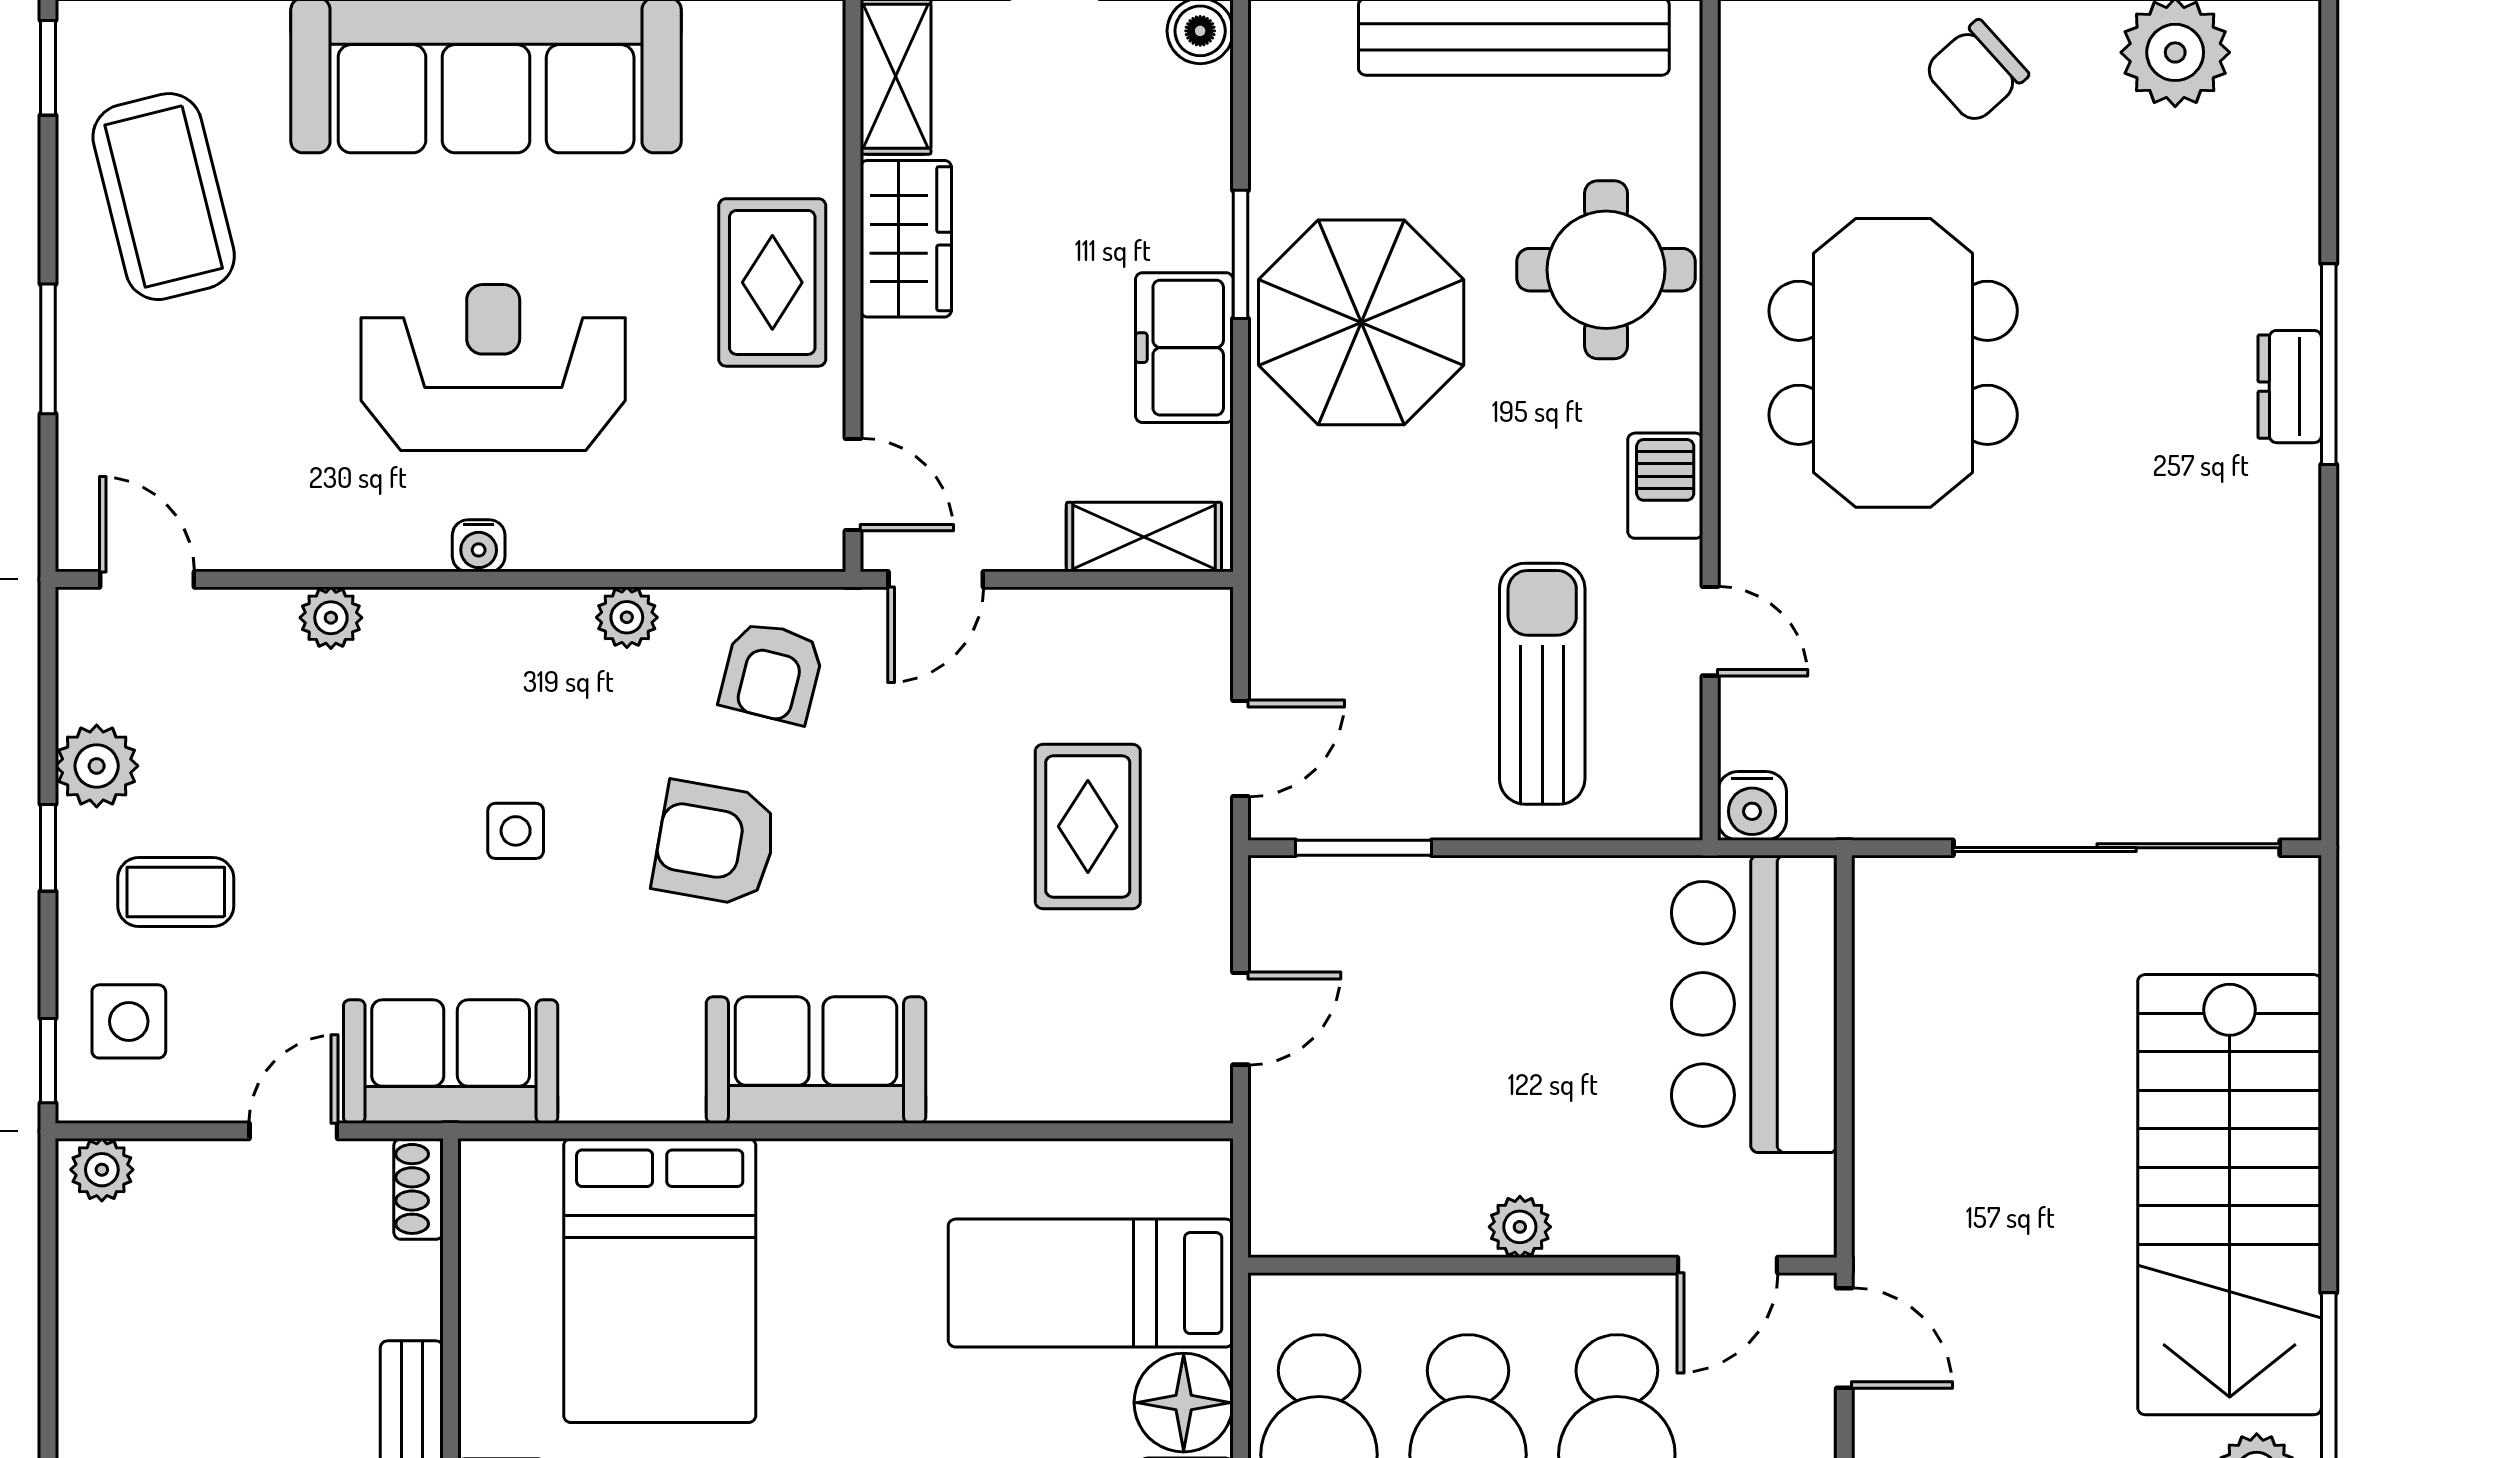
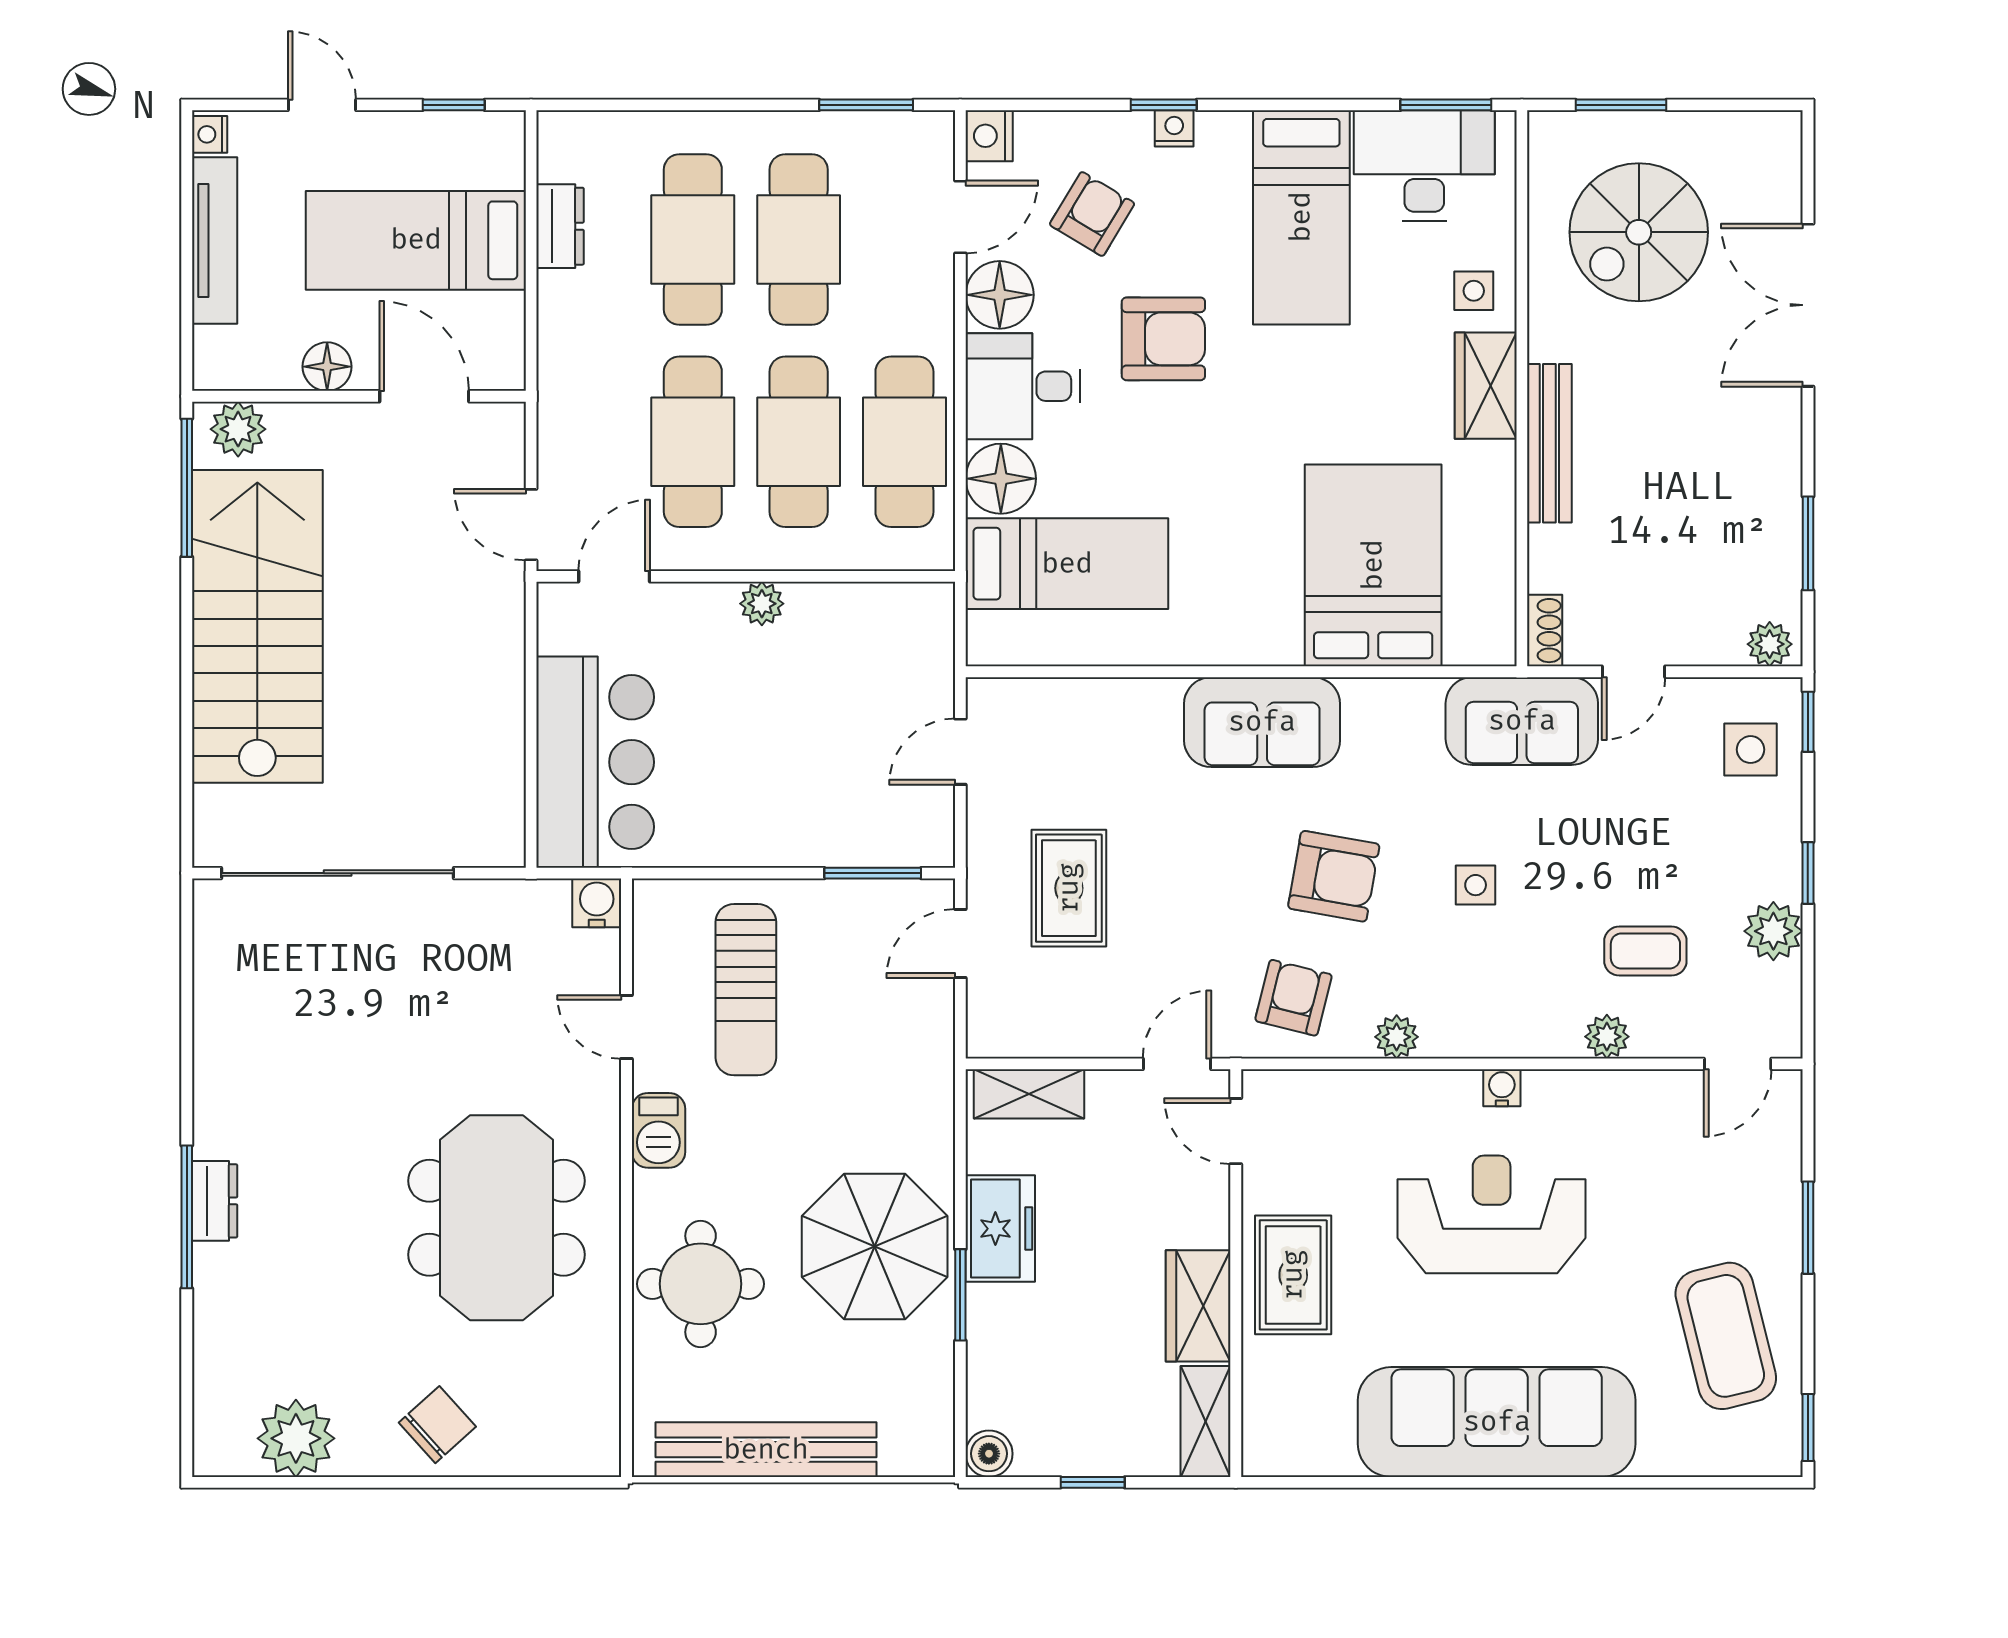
reception desk: (493, 368) -> (1492, 1214), turned 180
door: (147, 579) -> (1738, 1064), hinge flipped
coffee table: (176, 892) -> (1645, 951), moved
window: (48, 1312) -> (1808, 543), added

